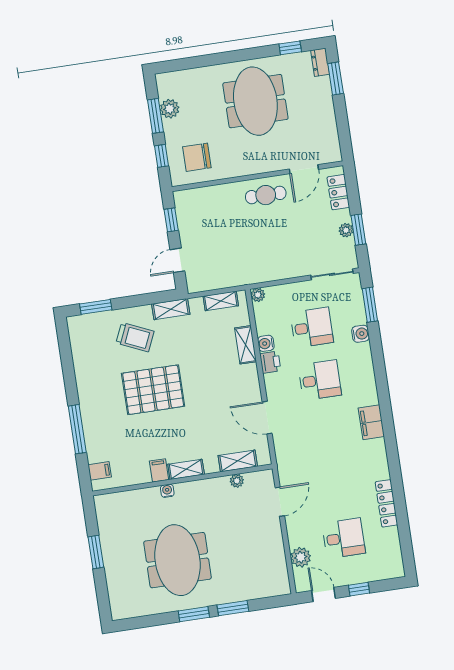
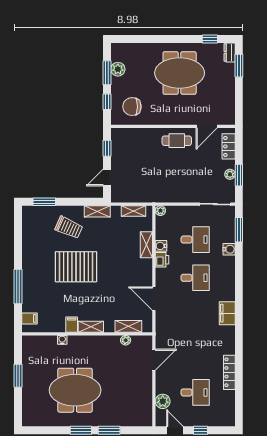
meeting table: (255, 101) -> (180, 73), turned 90
water cooler: (167, 491) -> (62, 340), moved
meeting table: (177, 560) -> (75, 390), turned 90

